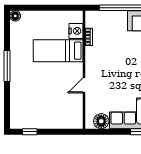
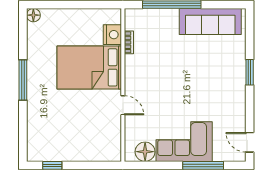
bed: (58, 51) -> (89, 67), width x1.50
door: (84, 85) -> (123, 105), swing flipped

